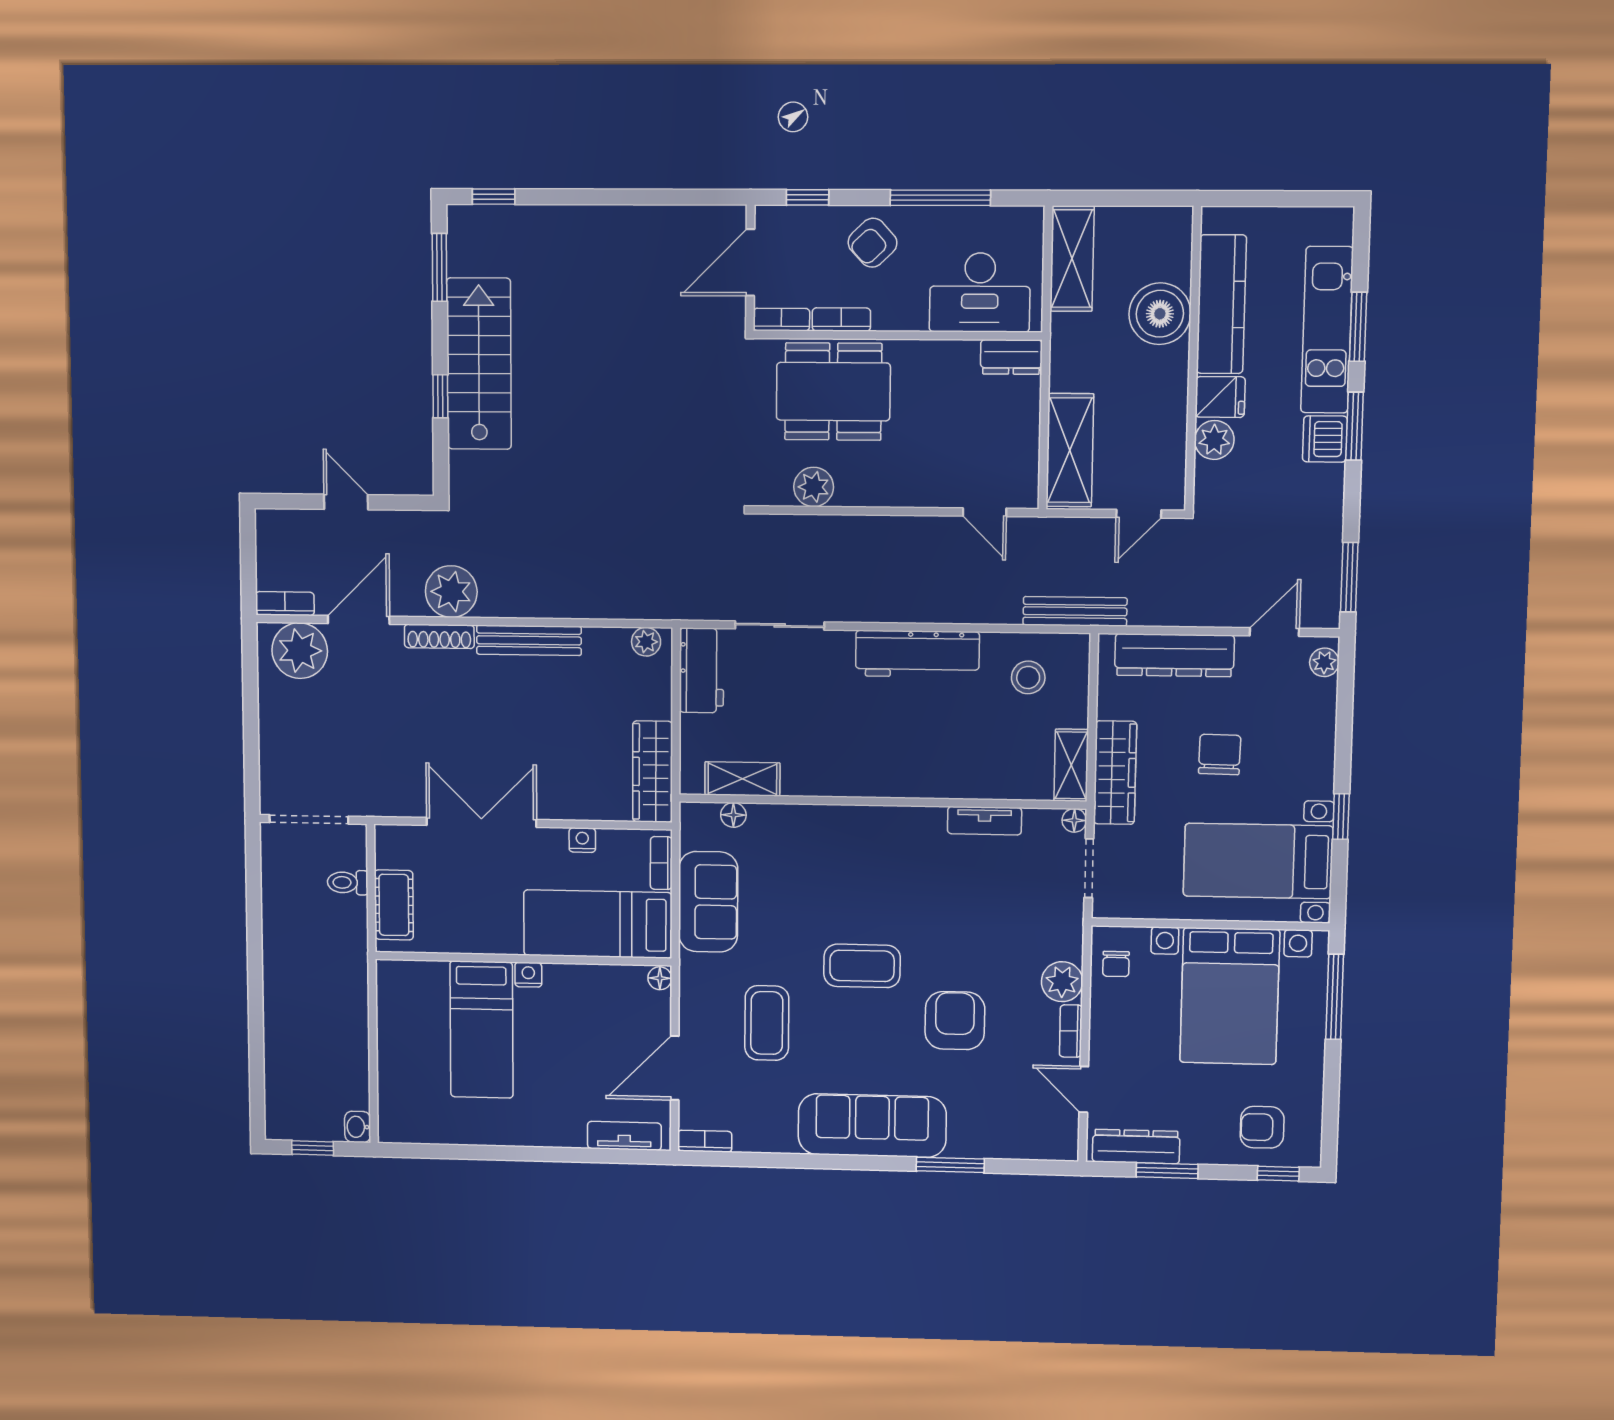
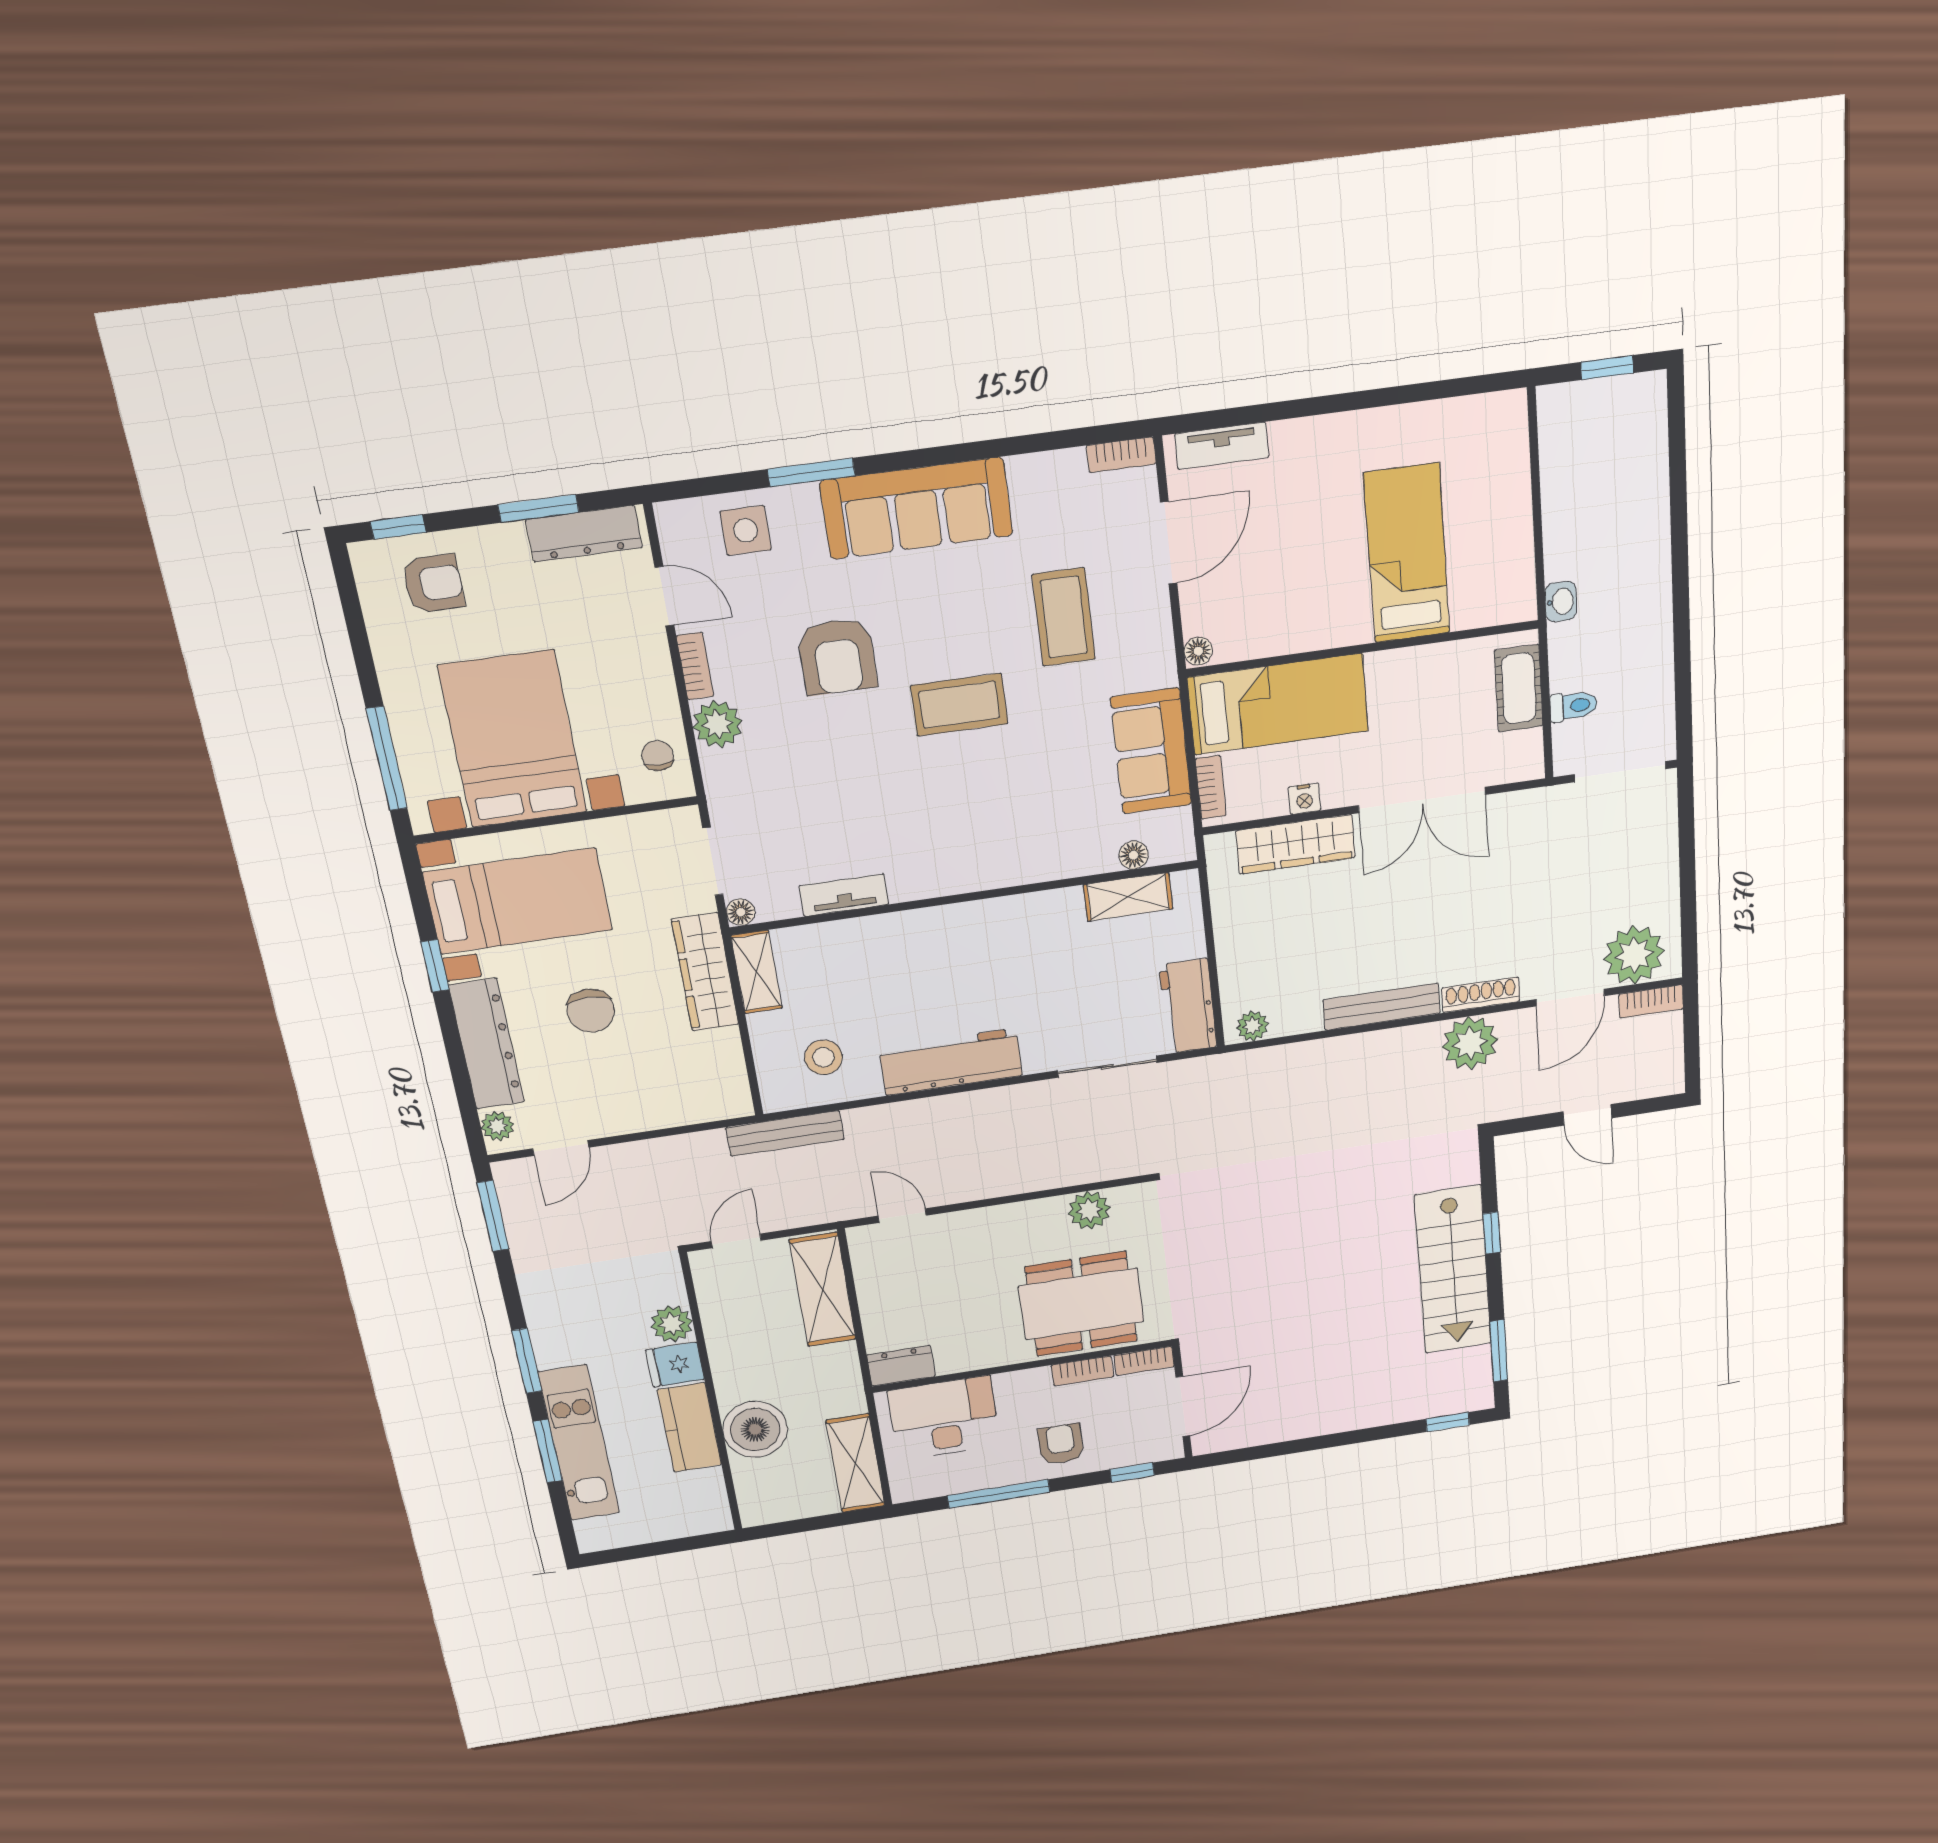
armchair: (872, 243) -> (1061, 1444), turned -47
kitchen counter: (1221, 304) -> (689, 1427), width x0.67
dishwasher: (1325, 439) -> (555, 1344), removed
dresser: (1174, 655) -> (487, 1044), moved, turned 90
wardrobe: (653, 772) -> (1296, 844), moved, turned 90
nightstand: (528, 975) -> (1355, 630), removed
washbasin: (358, 1127) -> (1561, 602), moved
side table: (1010, 1130) -> (746, 530), added

